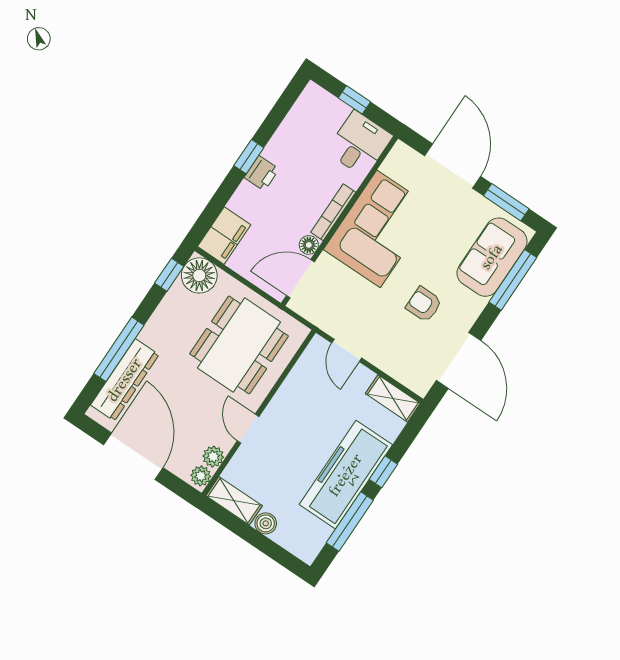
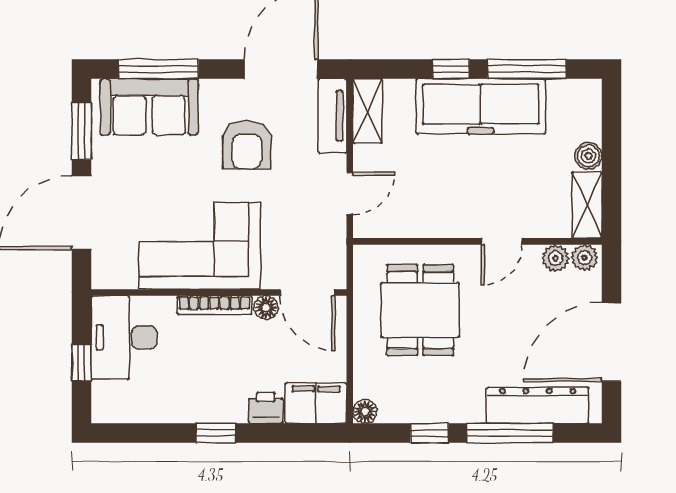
desk: (359, 144) -> (124, 337), width x1.37
printer: (262, 173) -> (266, 408), moved
window: (169, 275) -> (429, 433), moved
floor lamp: (199, 275) -> (365, 412), width x0.53, depth x0.53
armchair: (424, 304) -> (247, 145), width x1.38, depth x1.38
dining table: (239, 345) -> (420, 310), width x0.73
tv unit: (405, 373) -> (332, 116), added

